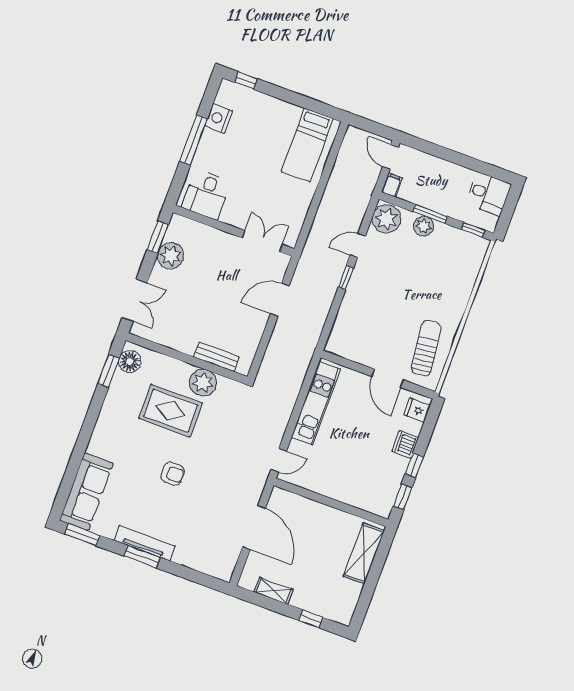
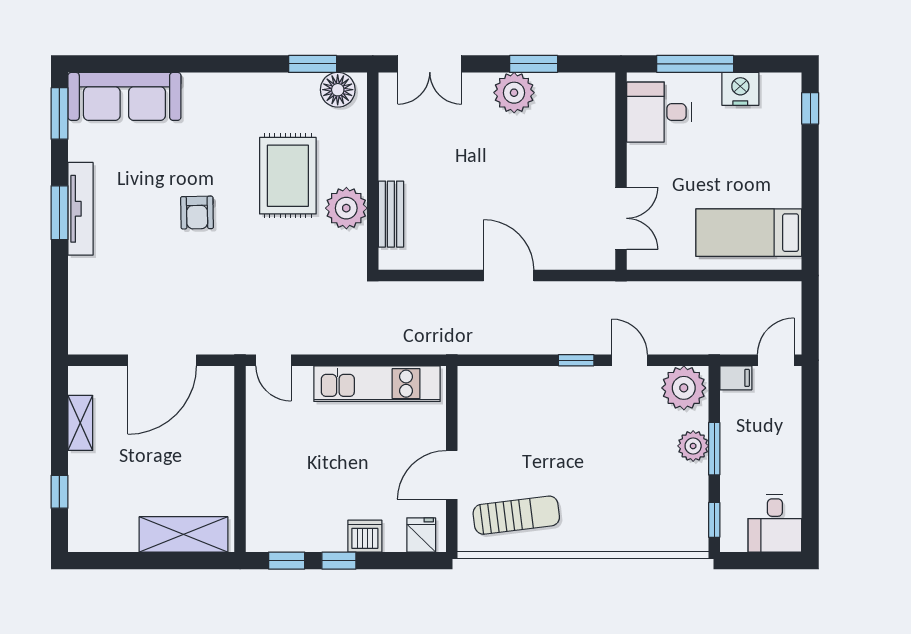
desk: (206, 195) -> (659, 112), moved
wall: (234, 231) -> (621, 171), moved
double door: (262, 241) -> (621, 218), moved

